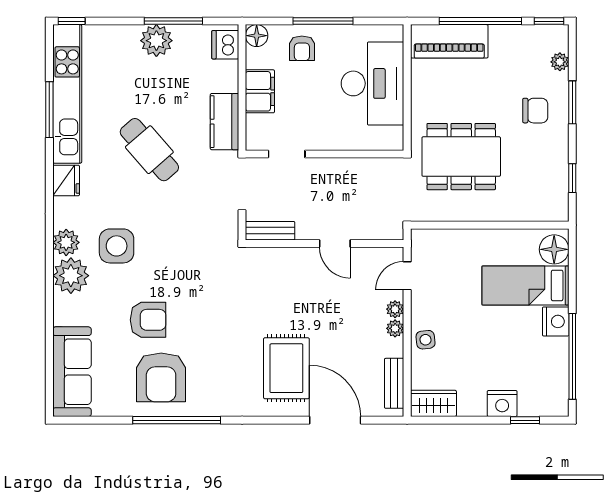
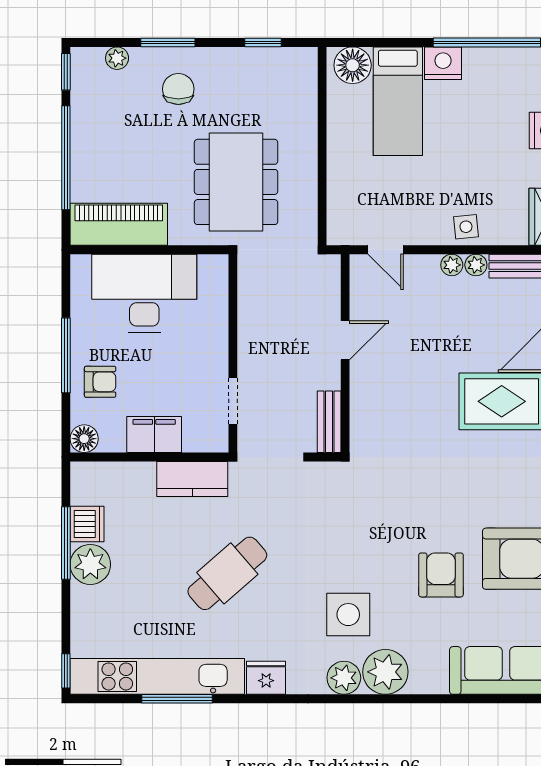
piano: (449, 41) -> (119, 224), moved, turned -90
dishwasher: (225, 45) -> (87, 524), moved, turned -90
plant: (395, 309) -> (476, 265), moved

